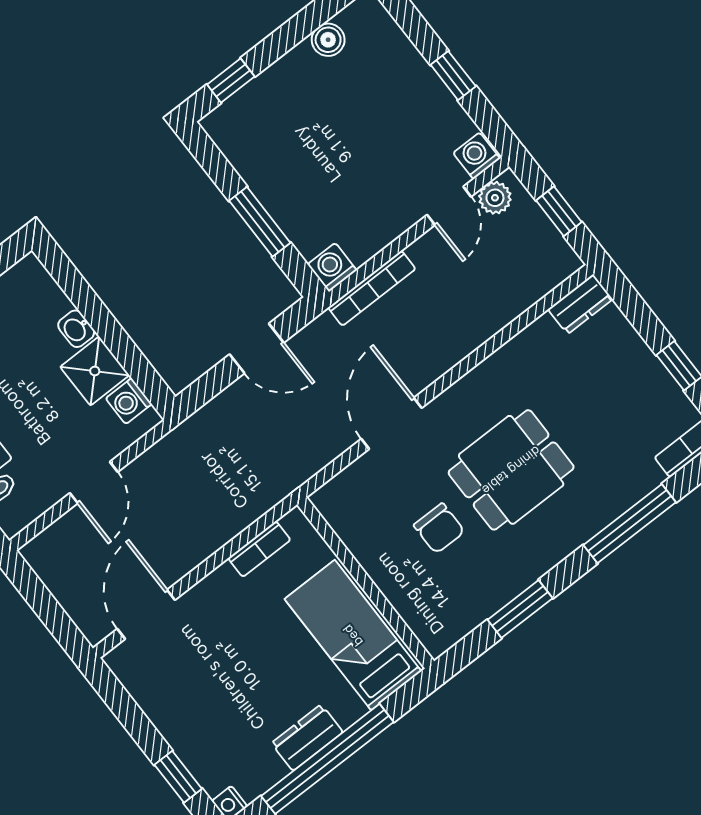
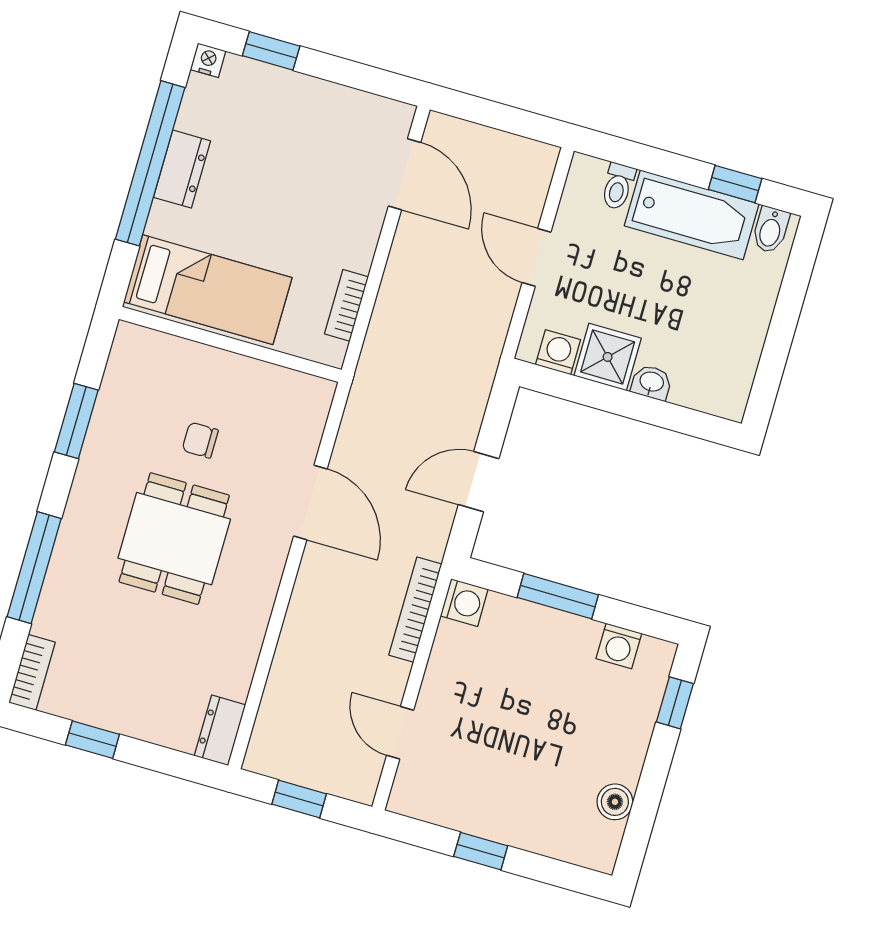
washing machine: (477, 156) -> (619, 646), moved, turned 90
plant: (495, 198) -> (365, 770), removed
chair: (439, 528) -> (200, 440), width x0.73, depth x0.73

